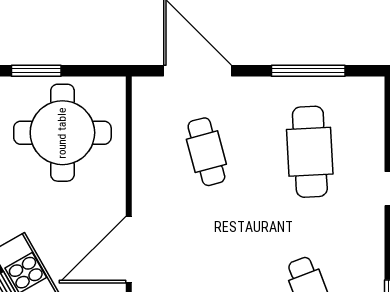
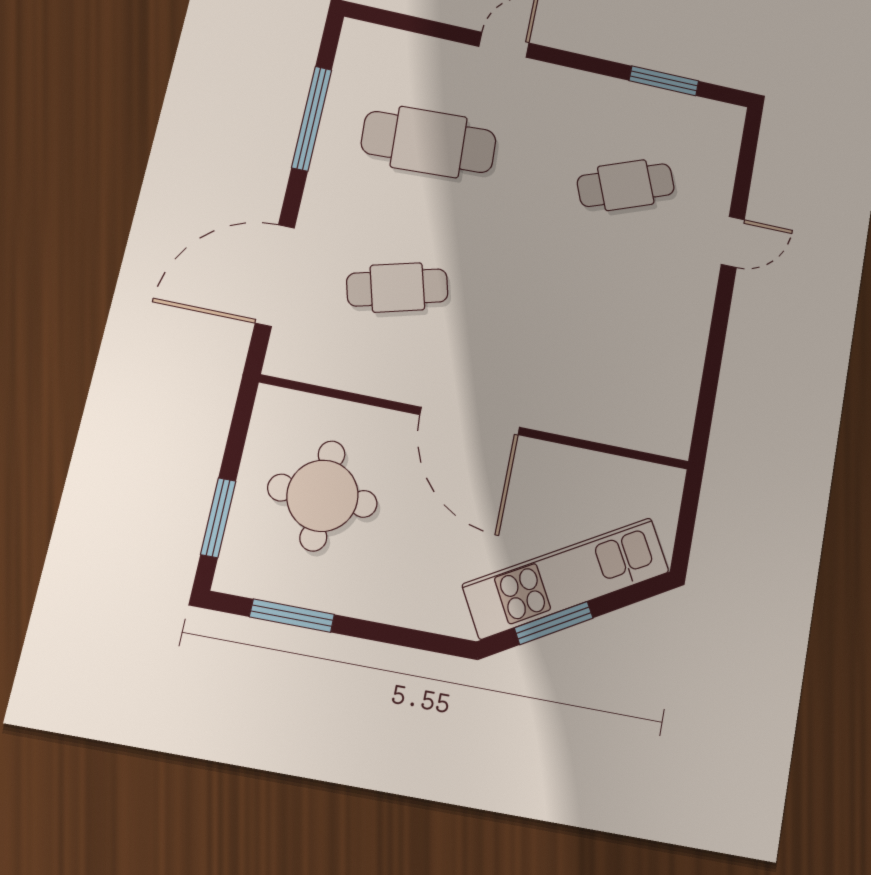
round table: (62, 133) -> (322, 496), width x0.73, depth x0.73
door: (129, 250) -> (470, 421), moved

